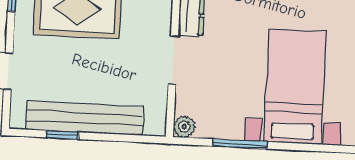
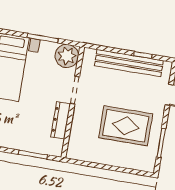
plant: (184, 127) -> (67, 56), width x1.88, depth x1.88

